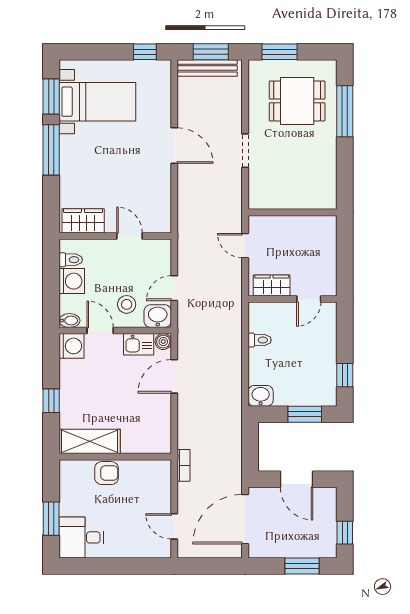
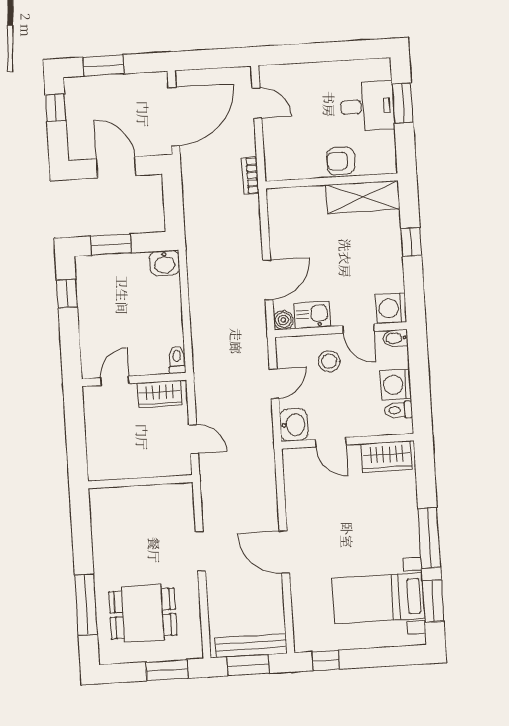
washbasin: (158, 316) -> (294, 425), moved, turned -90
toilet: (260, 340) -> (177, 360), moved, turned 90
desk: (81, 537) -> (367, 106), moved

